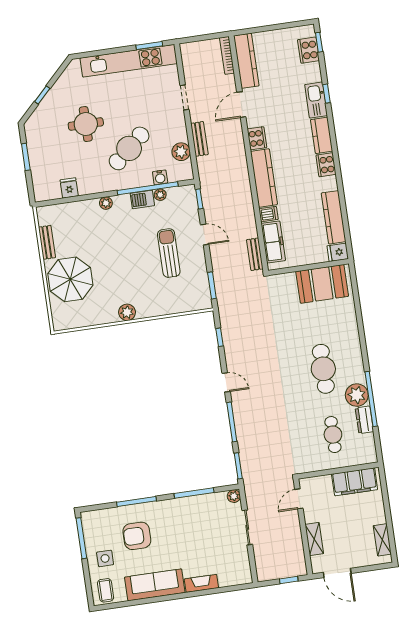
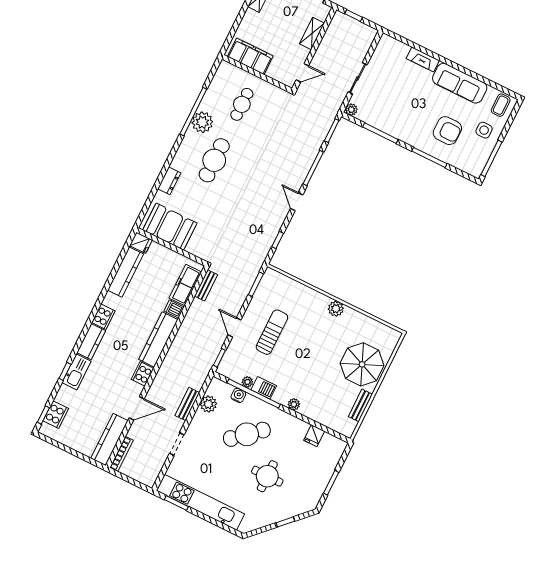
sun lounger: (169, 253) -> (272, 332), turned 180
dresser: (364, 420) -> (169, 181), moved

